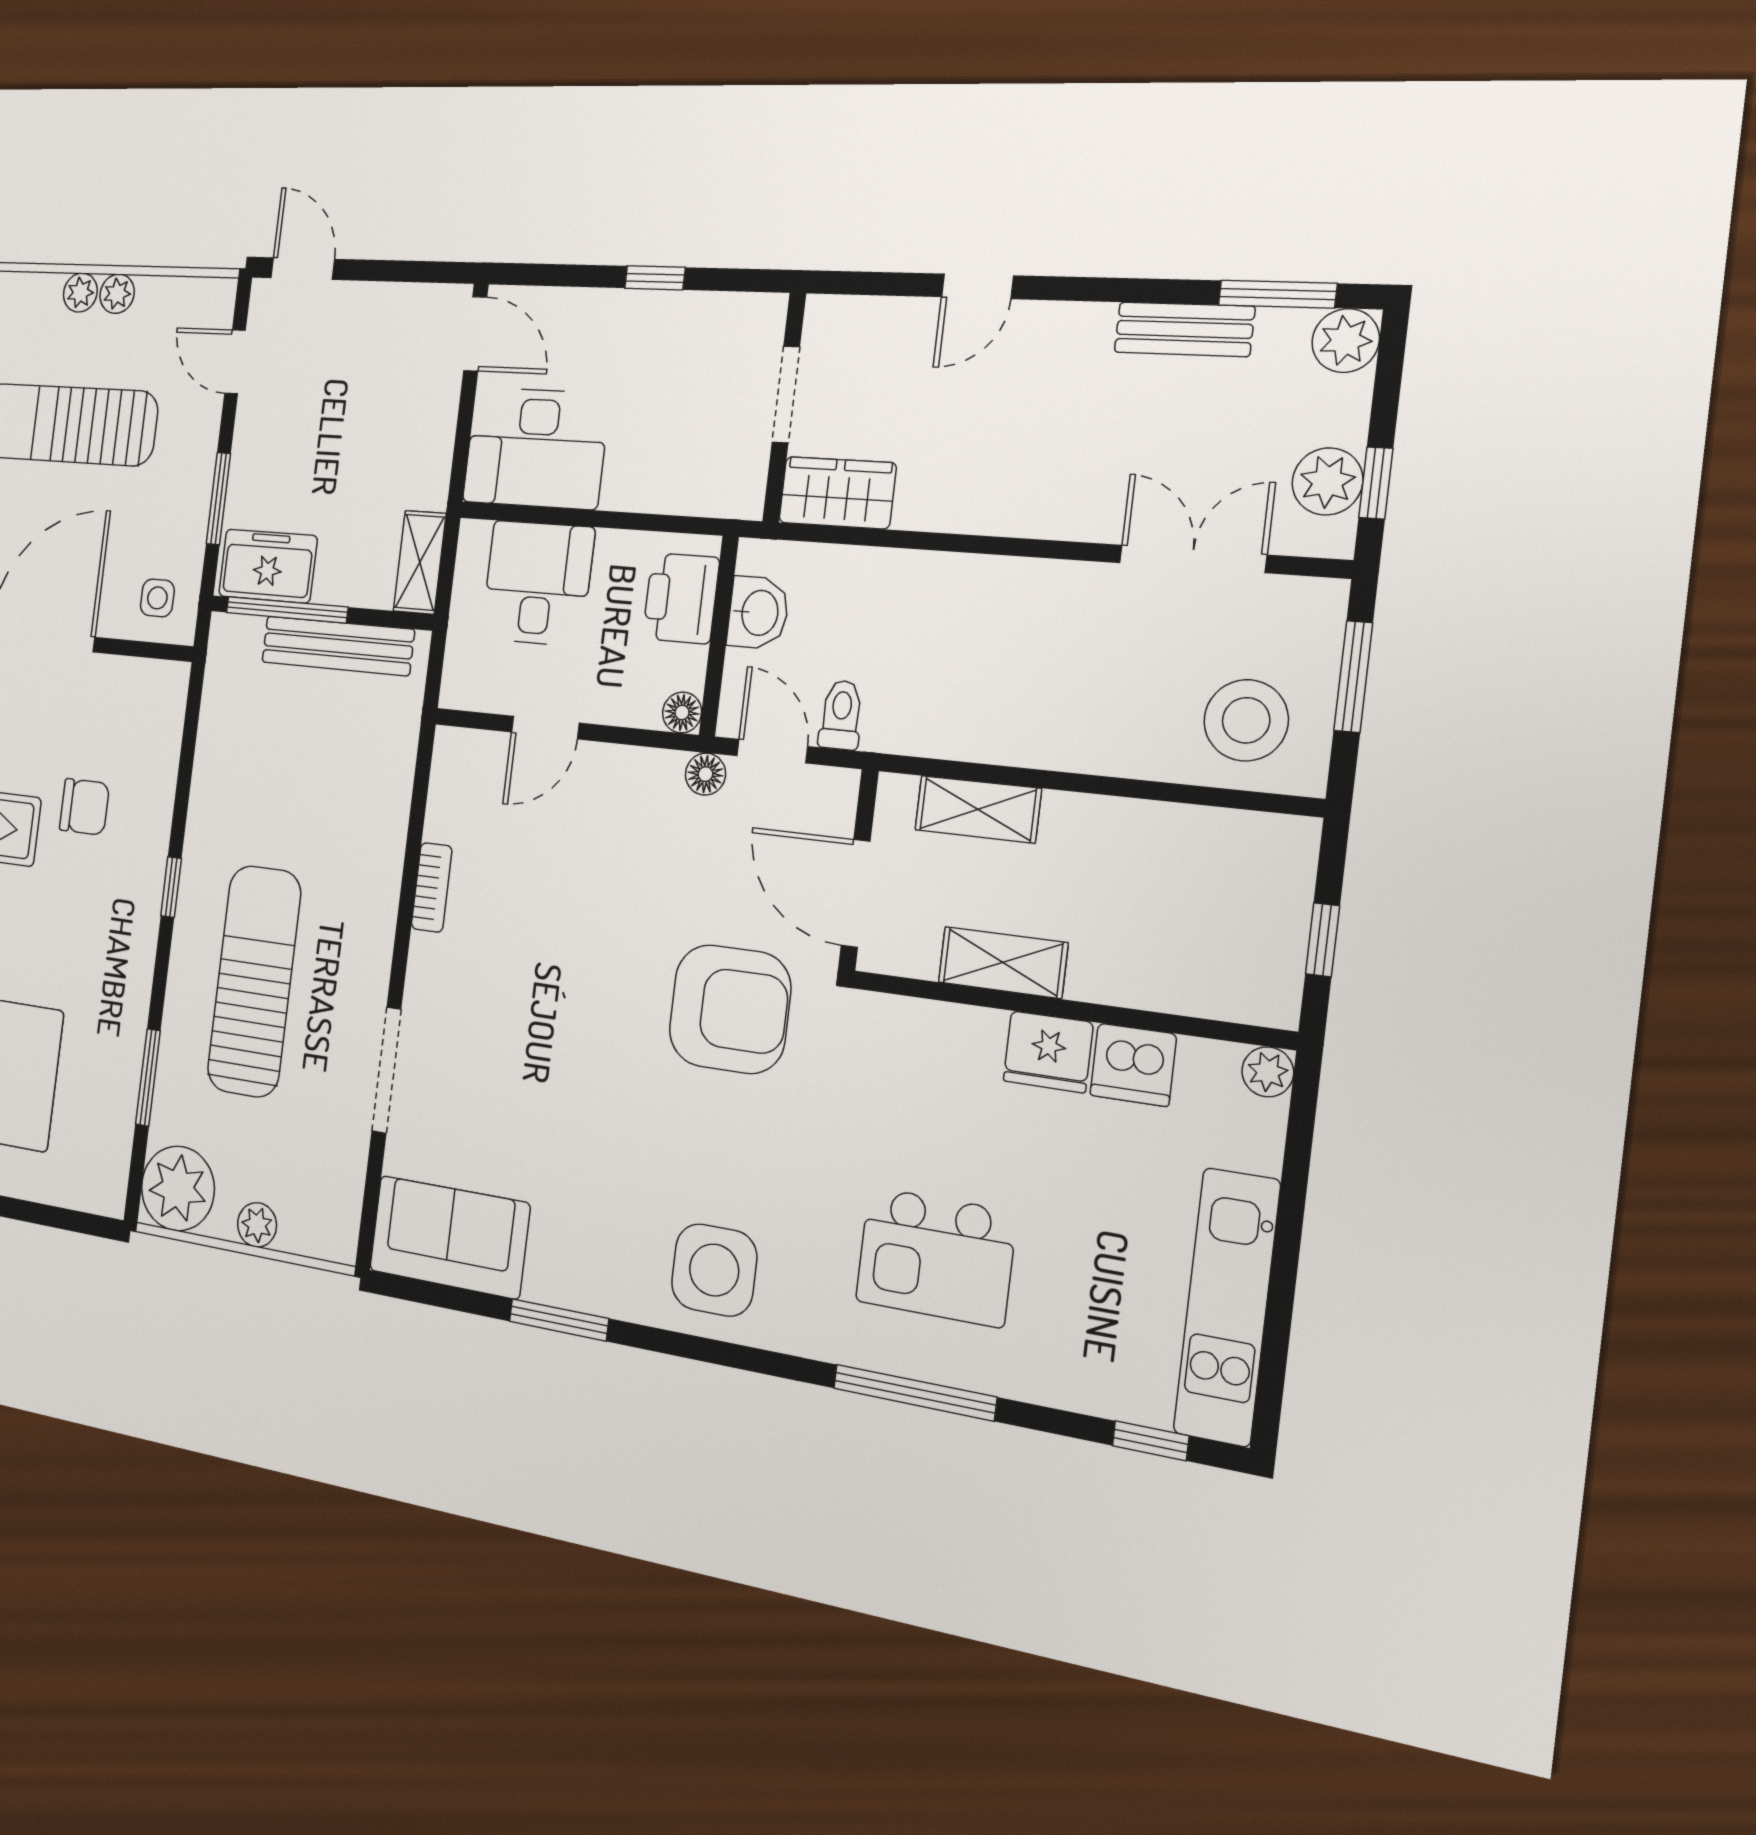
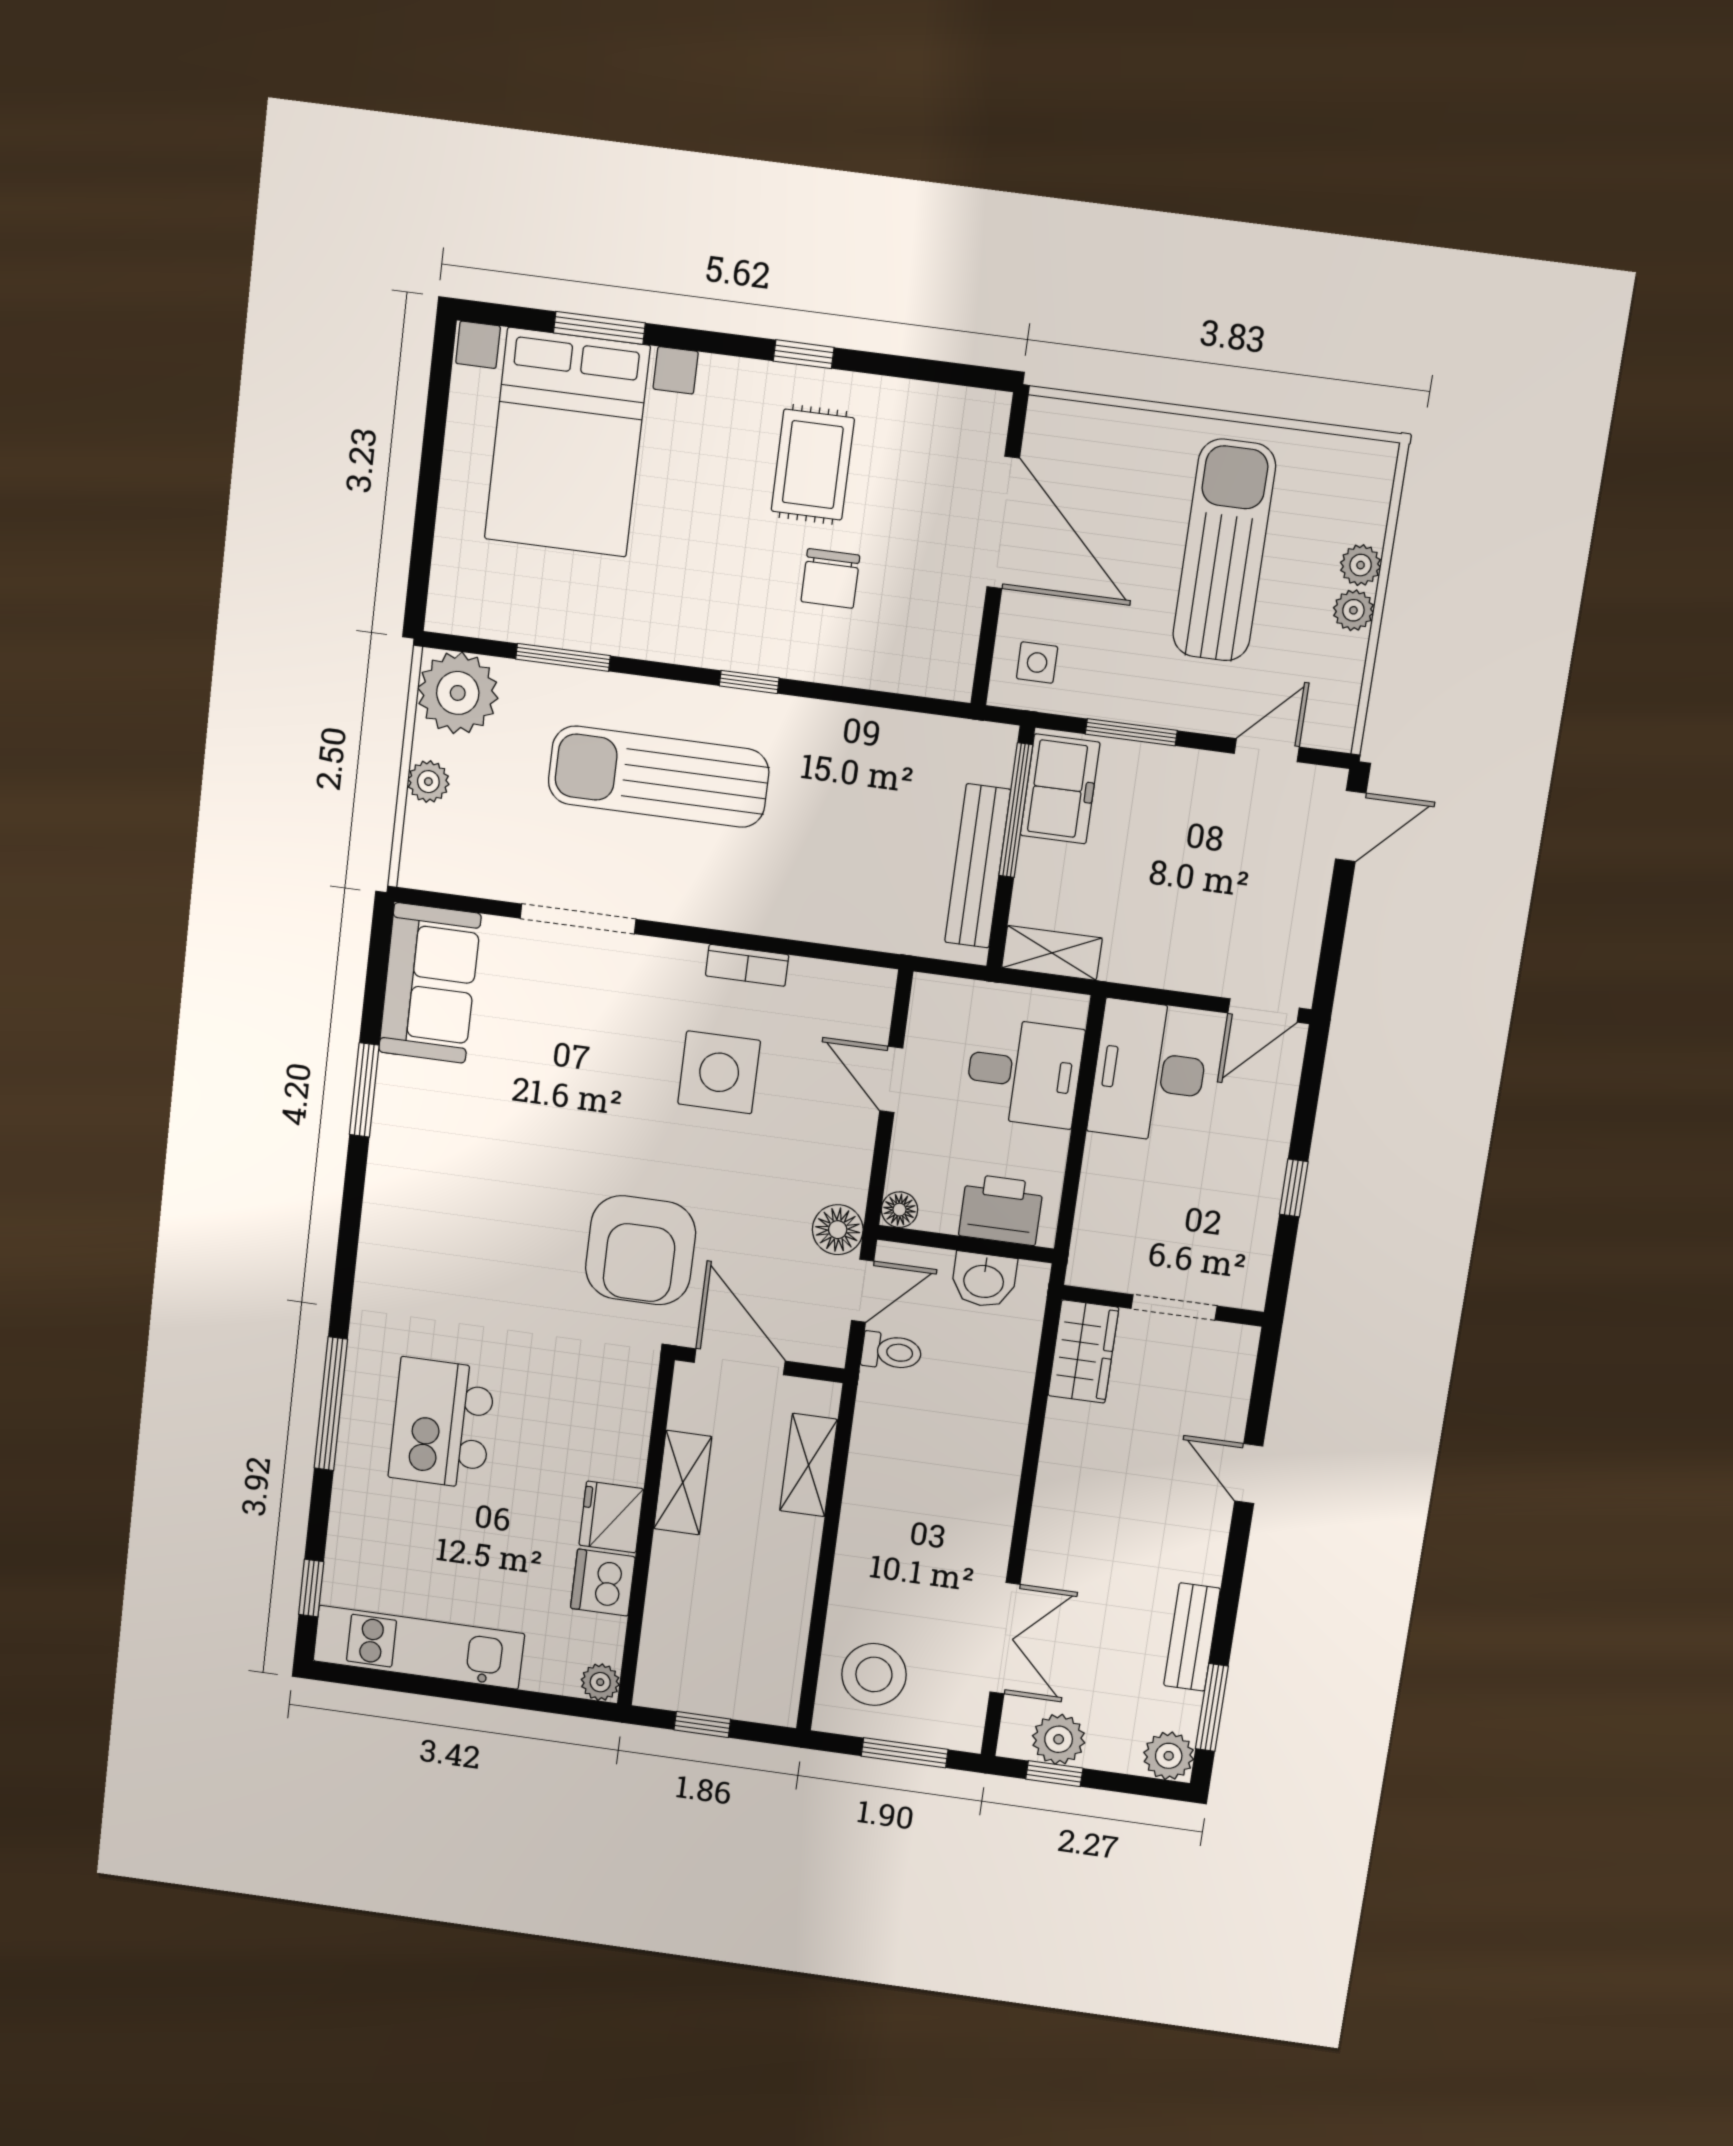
floor lamp: (705, 774) -> (838, 1230), width x1.37, depth x1.37
door: (856, 893) -> (740, 1362), hinge flipped
sun lounger: (254, 981) -> (658, 777), turned 180
side table: (714, 1270) -> (719, 1072), moved

